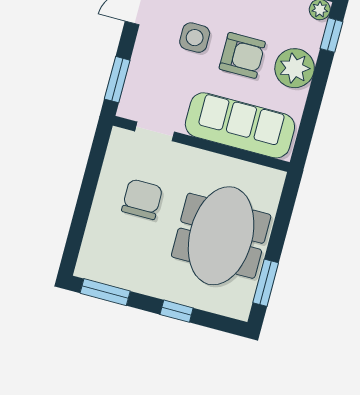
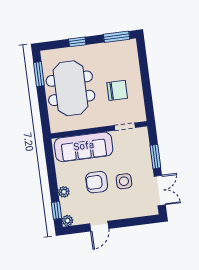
plant: (295, 68) -> (64, 192), width x0.53, depth x0.53
window: (117, 80) -> (155, 157), moved
chair: (142, 199) -> (117, 90), turned -90

